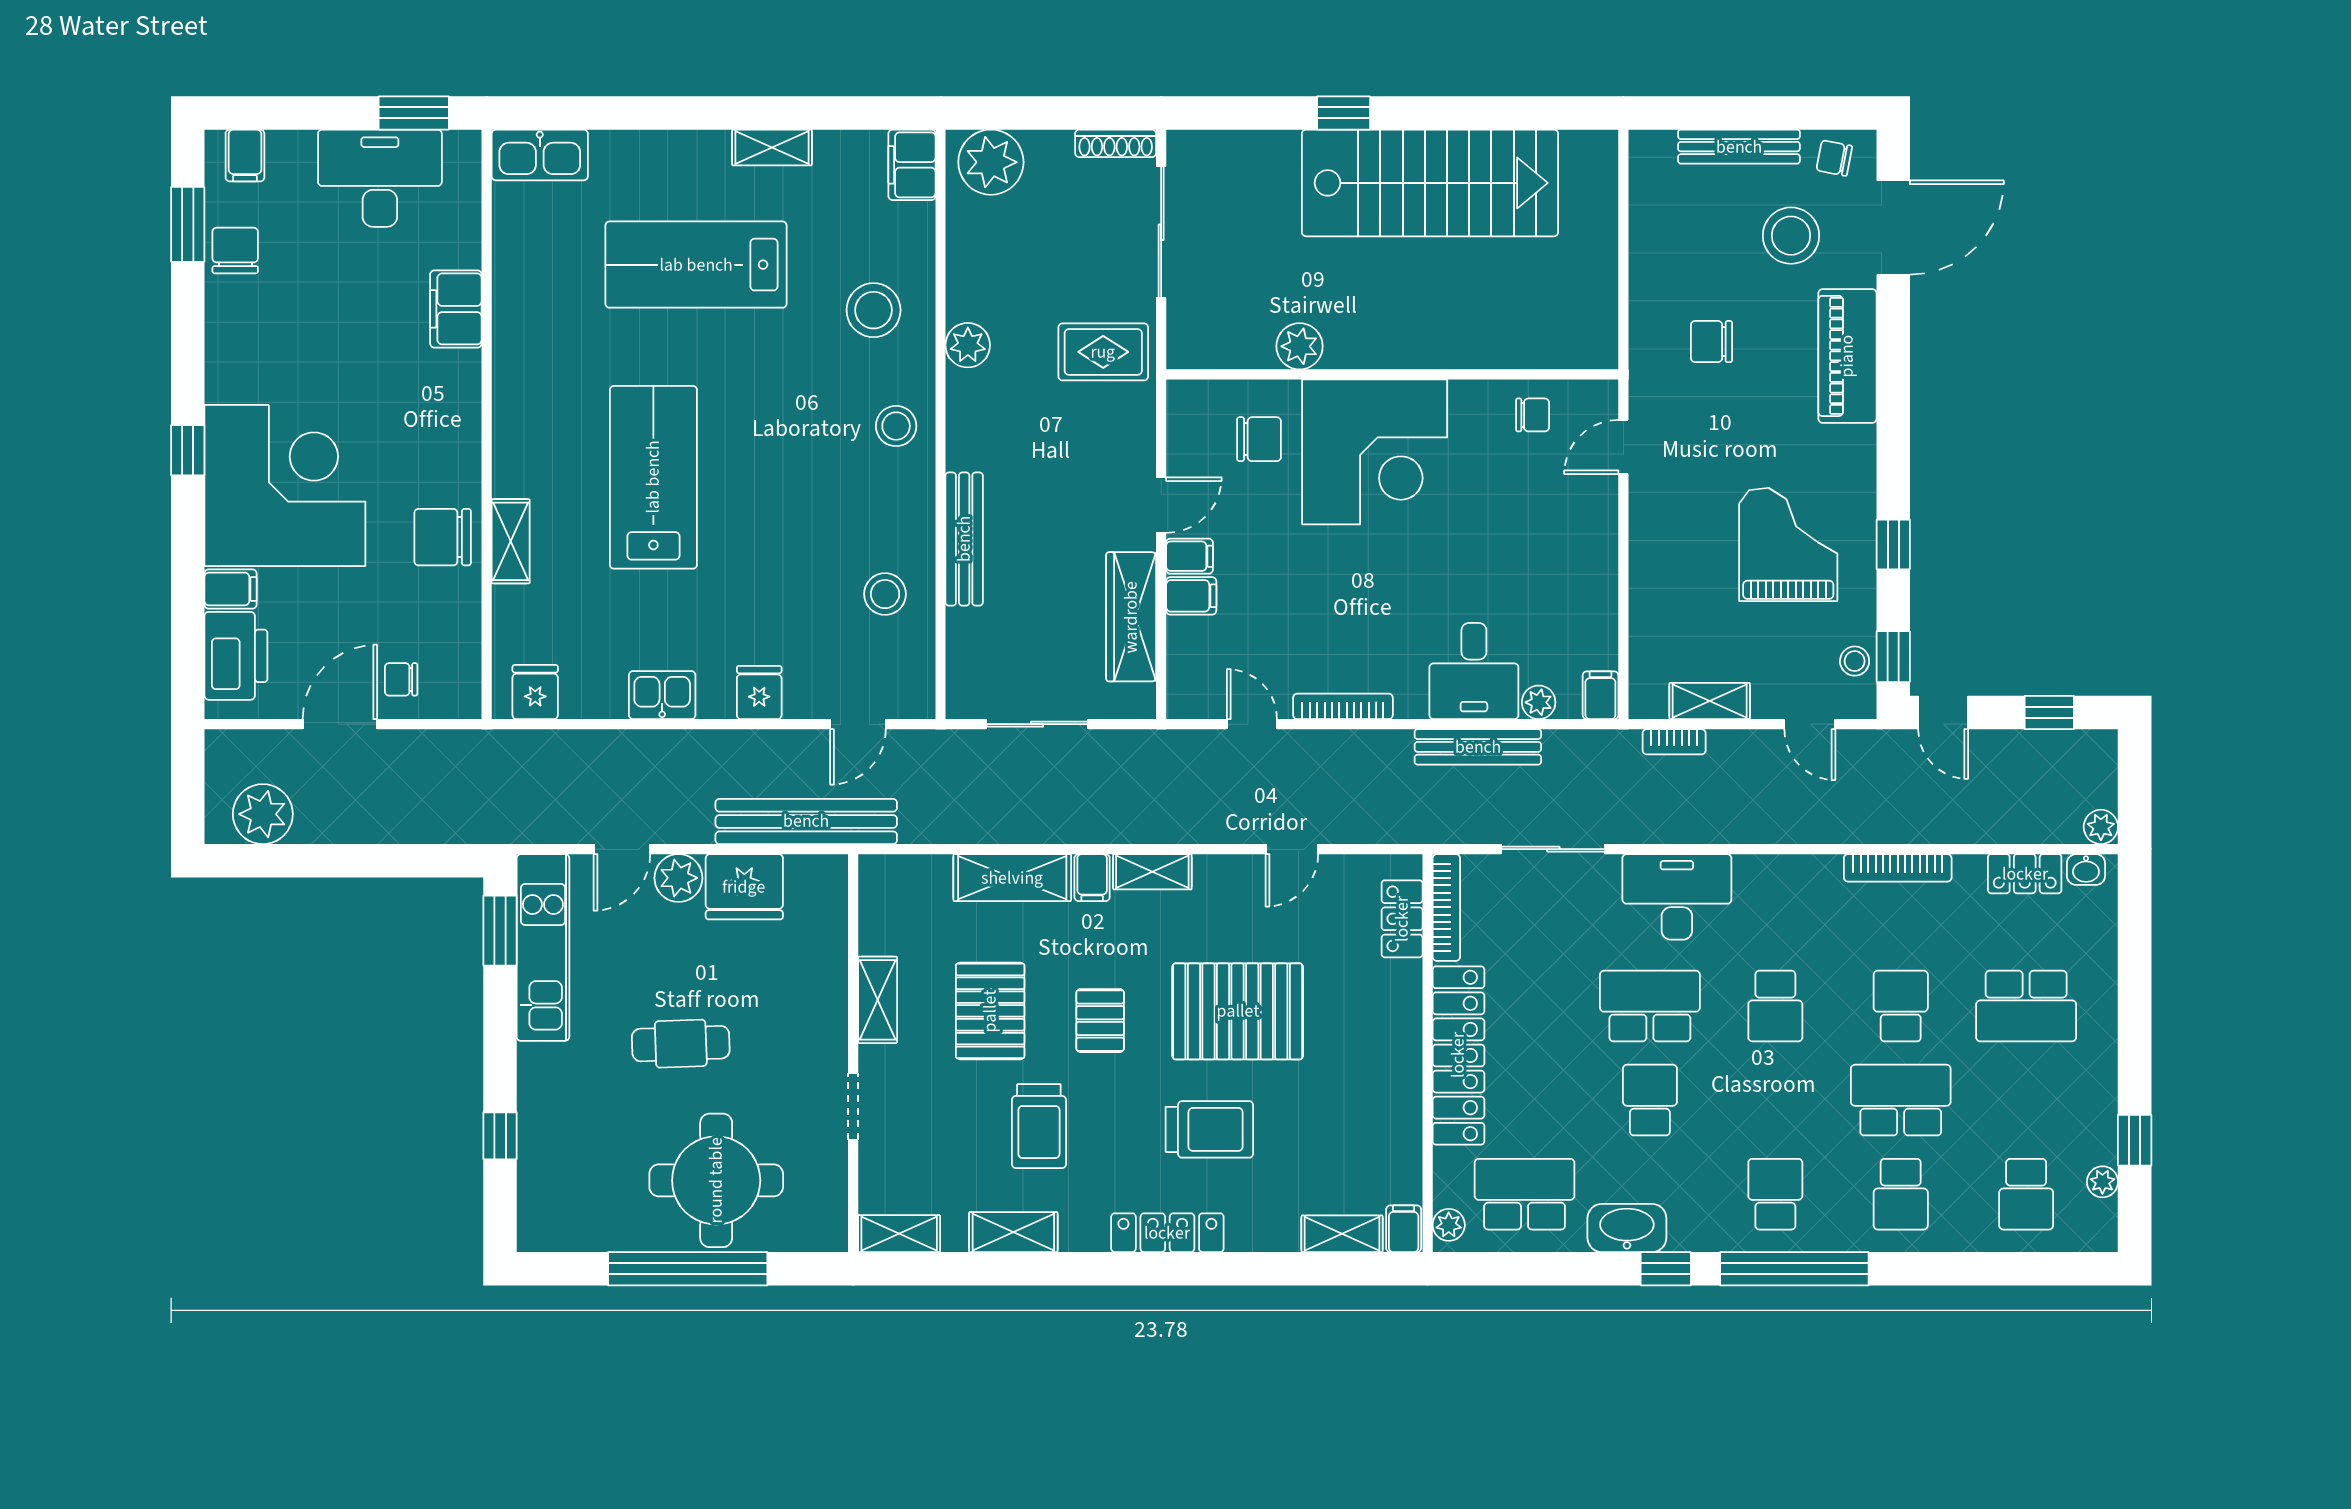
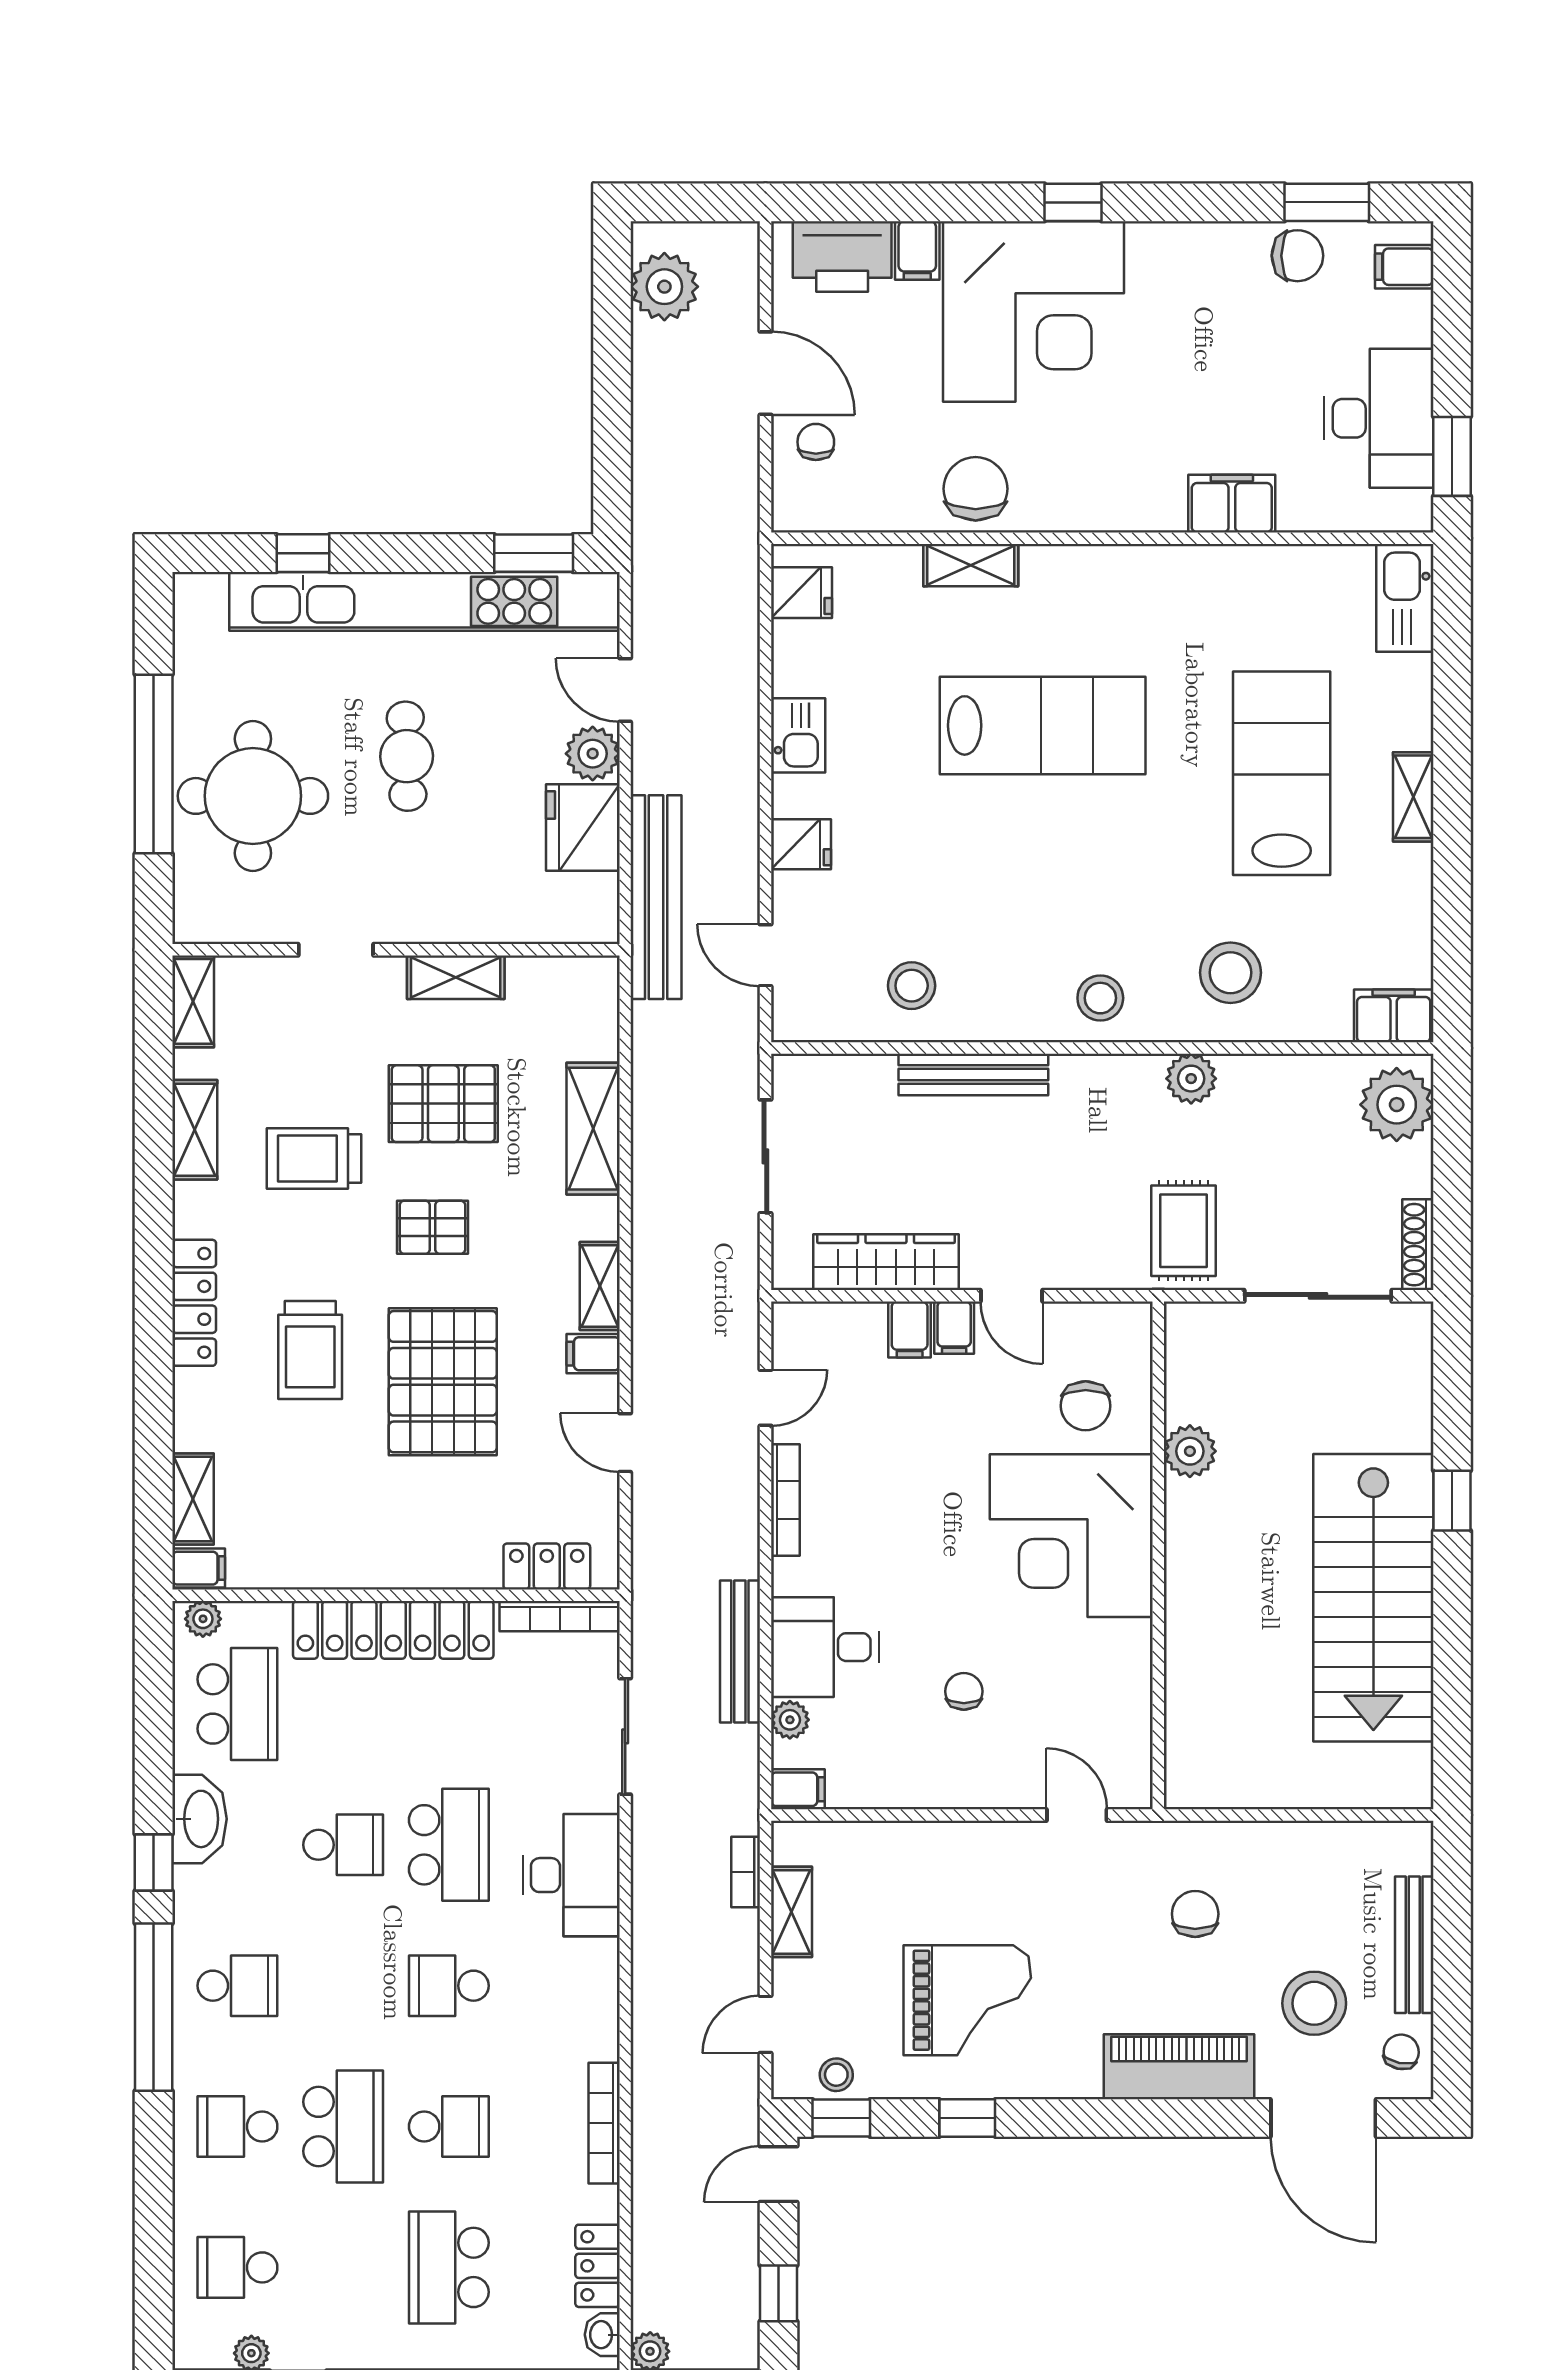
shelving: (772, 147) -> (1413, 797), moved
chair: (1533, 415) -> (964, 1691), moved, turned 180
filing cabinet: (1092, 878) -> (593, 1354), moved
kitchen unit: (543, 947) -> (424, 601), width x1.86

